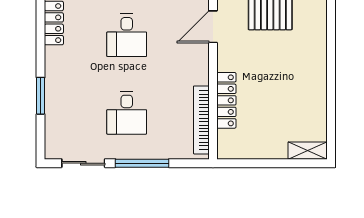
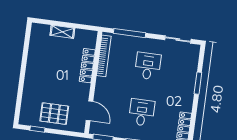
door: (213, 27) -> (89, 111), hinge flipped
shelving: (308, 151) -> (62, 32), moved
window: (142, 163) -> (130, 33), moved

